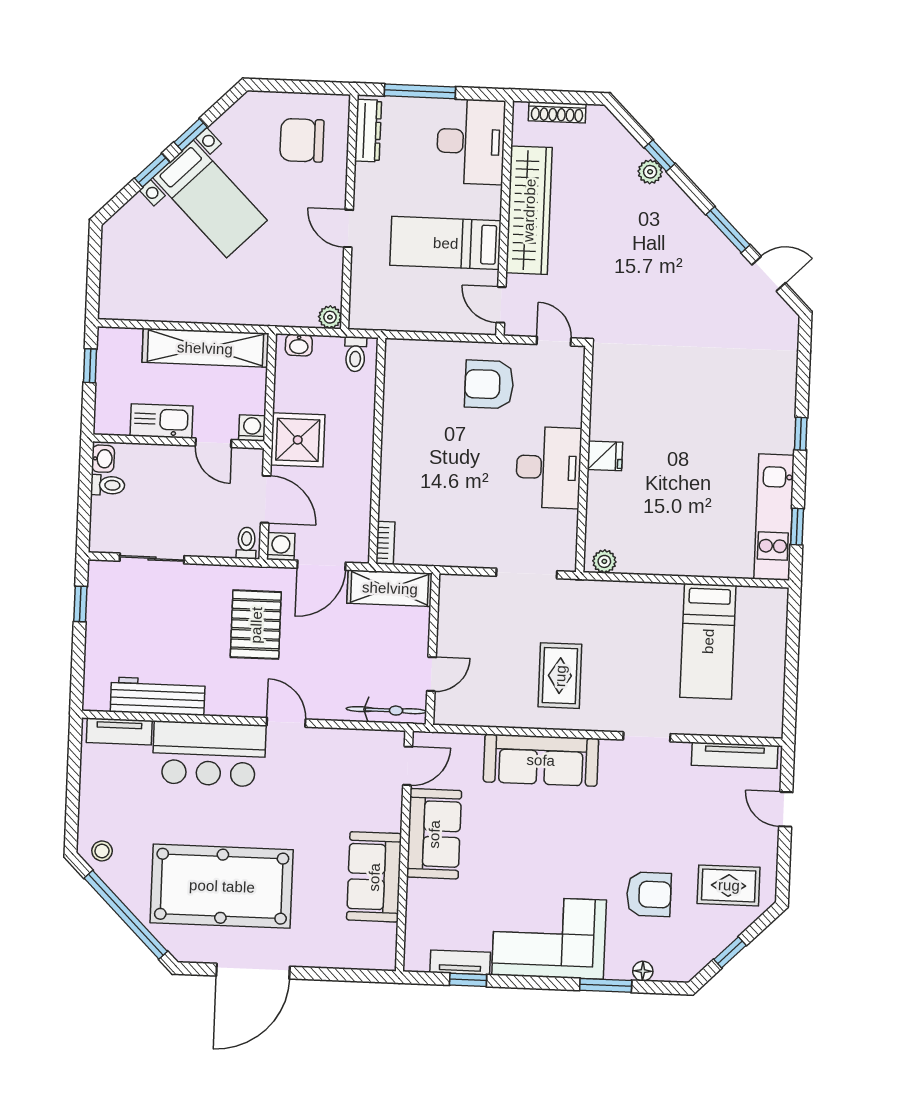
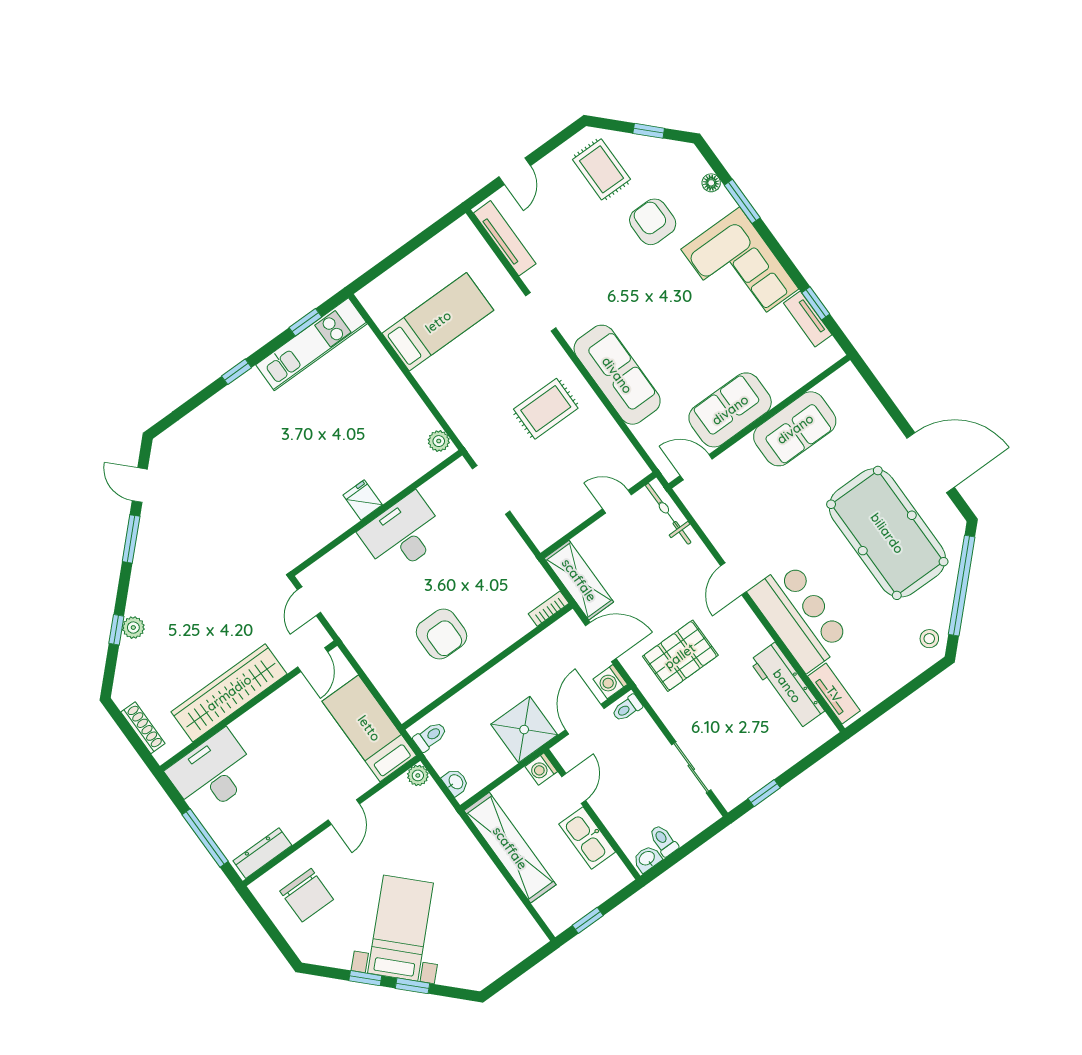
bed: (446, 243) -> (369, 728), moved, turned 180
armchair: (489, 384) -> (441, 634), moved

